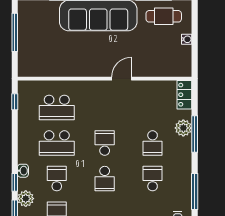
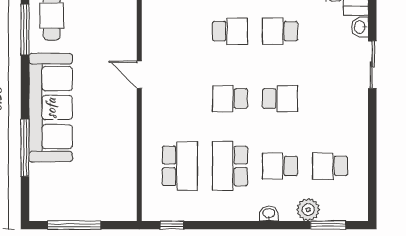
school desk: (57, 143) -> (230, 166), turned 180
window: (15, 182) -> (285, 225), removed

